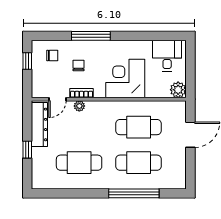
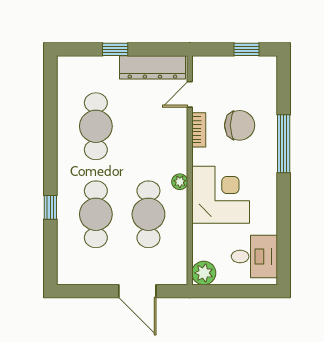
chair: (52, 56) -> (254, 86), removed
chair: (78, 66) -> (240, 125), width x1.87, depth x1.87
door: (58, 99) -> (190, 94), hinge flipped
plant: (79, 106) -> (180, 182), moved
window: (134, 193) -> (50, 207), width x0.32

